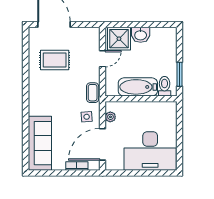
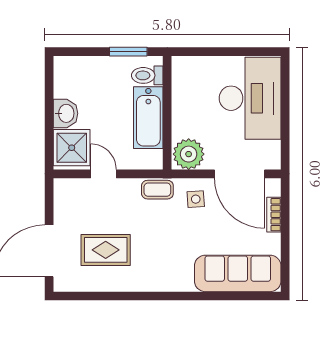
rug: (55, 60) -> (106, 250), turned 90
plant: (110, 117) -> (189, 154), width x1.87, depth x1.87

